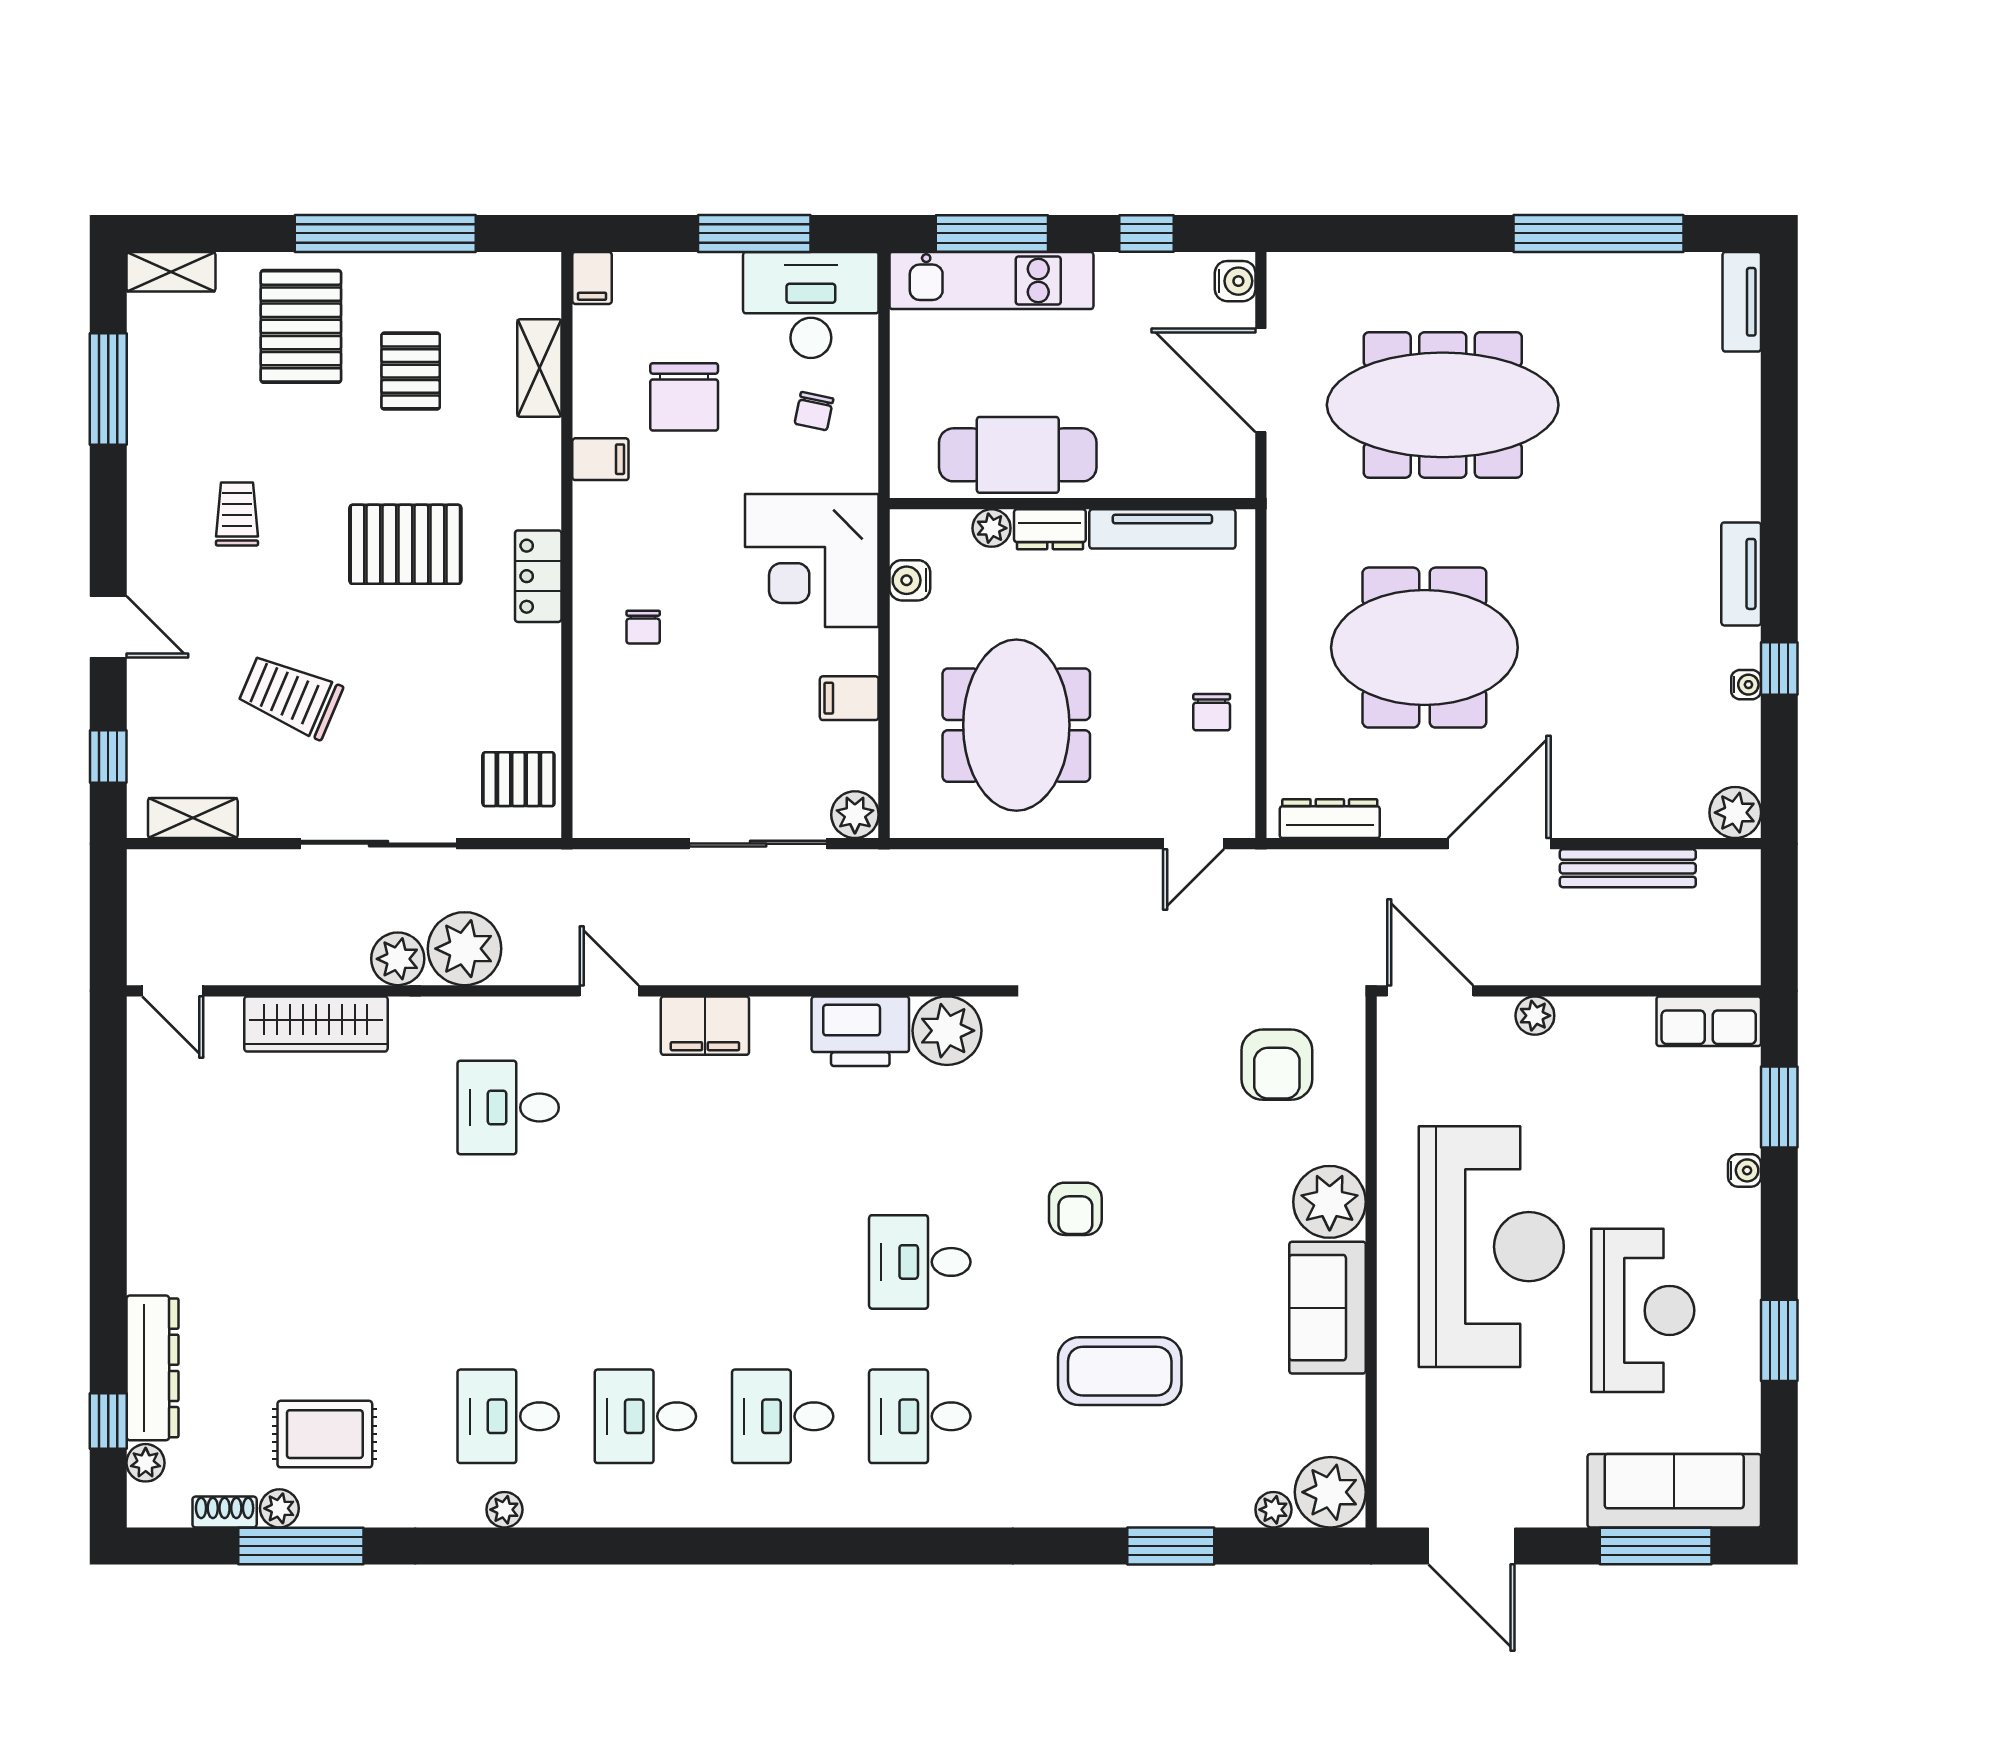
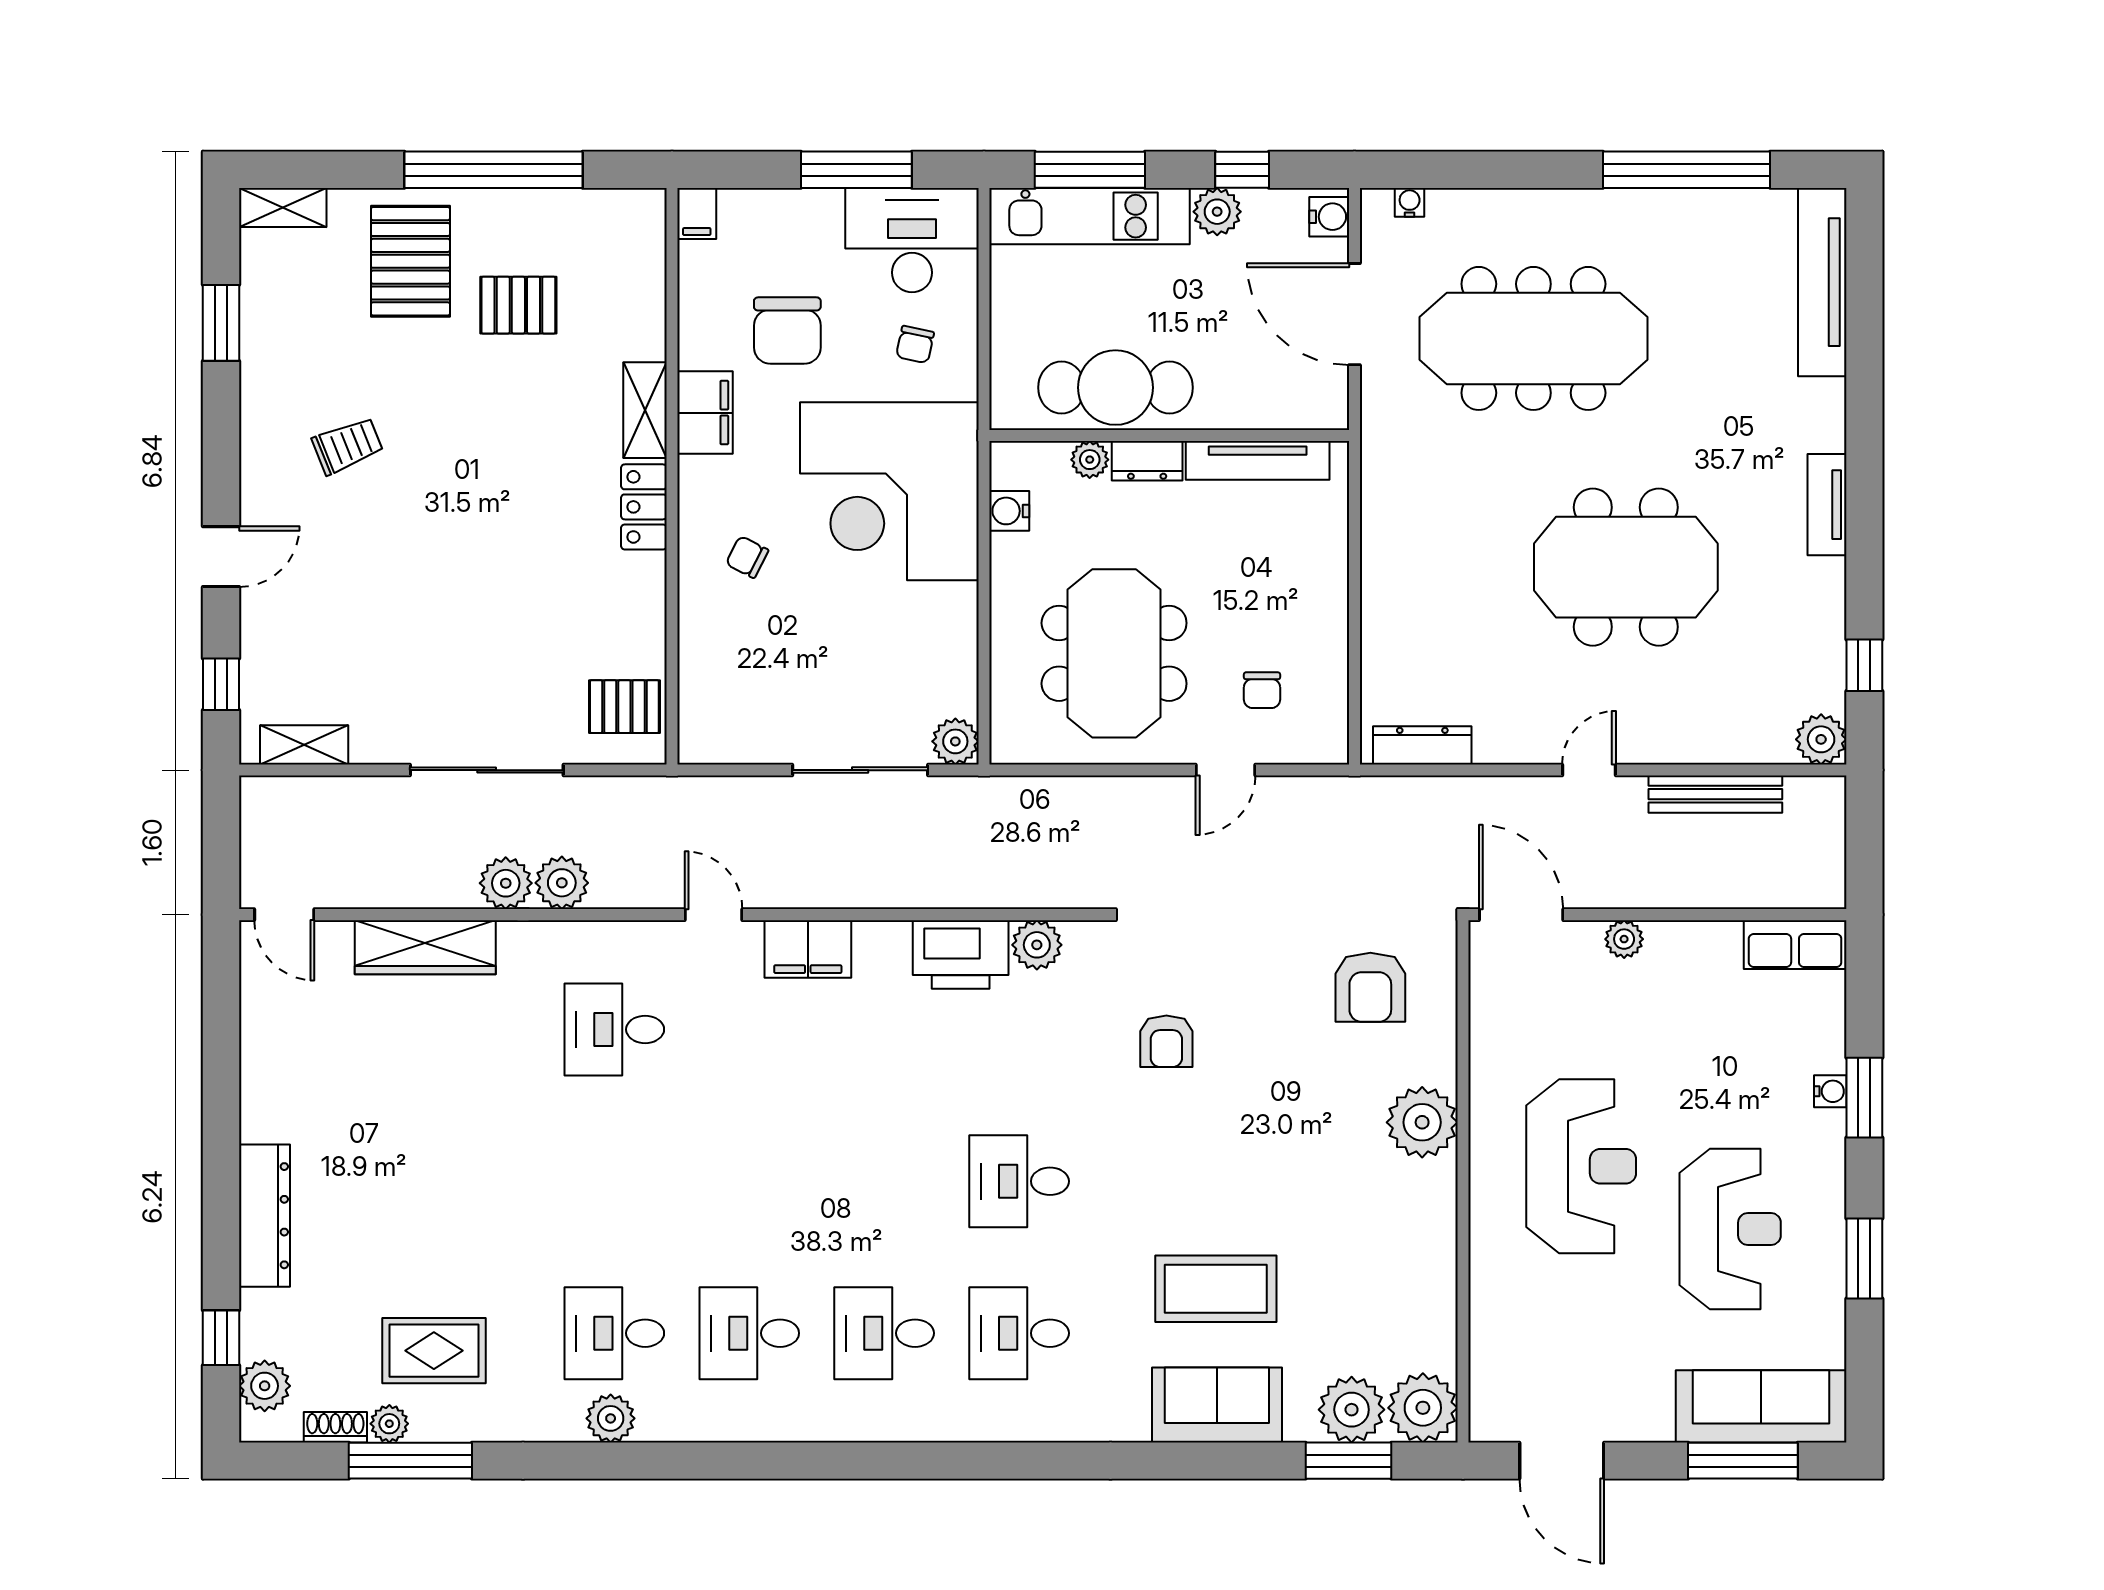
plant: (1121, 276) -> (1217, 212), added
tv unit: (1742, 302) -> (1822, 282), width x1.92, depth x1.29
shelving: (539, 368) -> (645, 410), moved
pallet: (411, 371) -> (518, 305), turned 90
window: (108, 389) -> (221, 323), width x0.69
filing cabinet: (600, 459) -> (705, 413), width x2.00
trolley: (237, 514) -> (348, 446), turned 68
pallet: (405, 544) -> (513, 476), removed
corner desk: (812, 560) -> (889, 491), width x1.36, depth x1.36
door: (108, 627) -> (221, 557), hinge flipped
chair: (643, 627) -> (747, 557), turned 117
meeting table: (1424, 648) -> (1626, 567), moved
window: (1779, 668) -> (1864, 665), moved
water cooler: (1746, 685) -> (1410, 202), moved, turned -90
trolley: (290, 696) -> (400, 625), removed
filing cabinet: (849, 698) -> (950, 627), removed
chair: (1212, 712) -> (1262, 690), moved
door: (1193, 844) -> (1225, 770), moved
door: (1499, 844) -> (1589, 770), width x0.53
plant: (465, 949) -> (562, 883), width x0.73, depth x0.73
plant: (947, 1031) -> (1037, 945), width x0.73, depth x0.73
window: (1779, 1107) -> (1864, 1098), moved
armchair: (1075, 1209) -> (1166, 1041), moved
reception desk: (1491, 1247) -> (1581, 1166), width x0.74, depth x0.77
sofa: (1327, 1308) -> (1217, 1405), moved, turned 90
dresser: (152, 1368) -> (264, 1216), moved
plant: (146, 1463) -> (265, 1386), width x1.38, depth x1.38
plant: (504, 1510) -> (611, 1418), width x1.38, depth x1.38
plant: (1273, 1510) -> (1352, 1410), width x1.88, depth x1.88
window: (1171, 1546) -> (1349, 1461), moved

